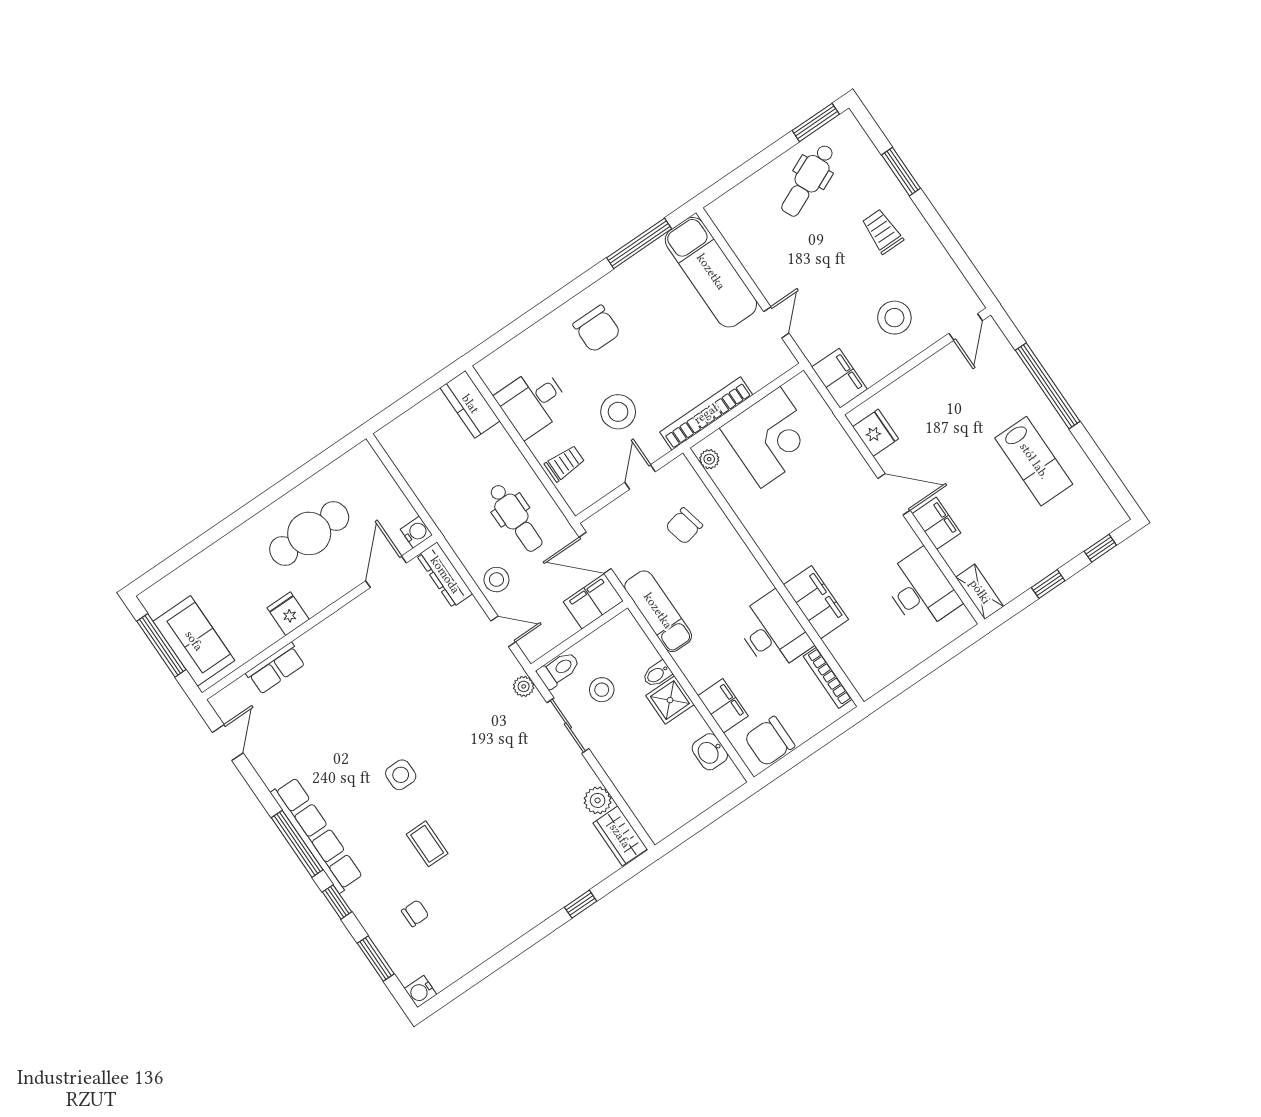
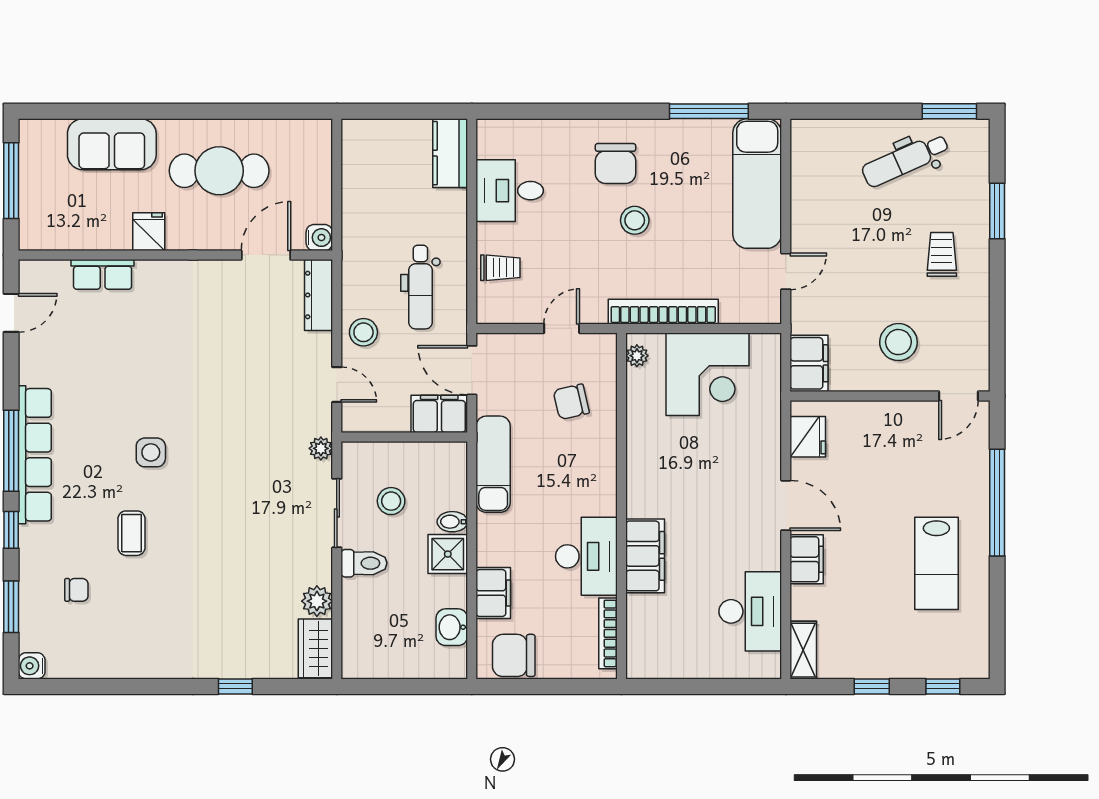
stool: (618, 412) -> (635, 220), moved, width x0.73, depth x0.73
sofa: (194, 641) -> (112, 144), moved, turned 90
toilet: (559, 670) -> (364, 563), moved

